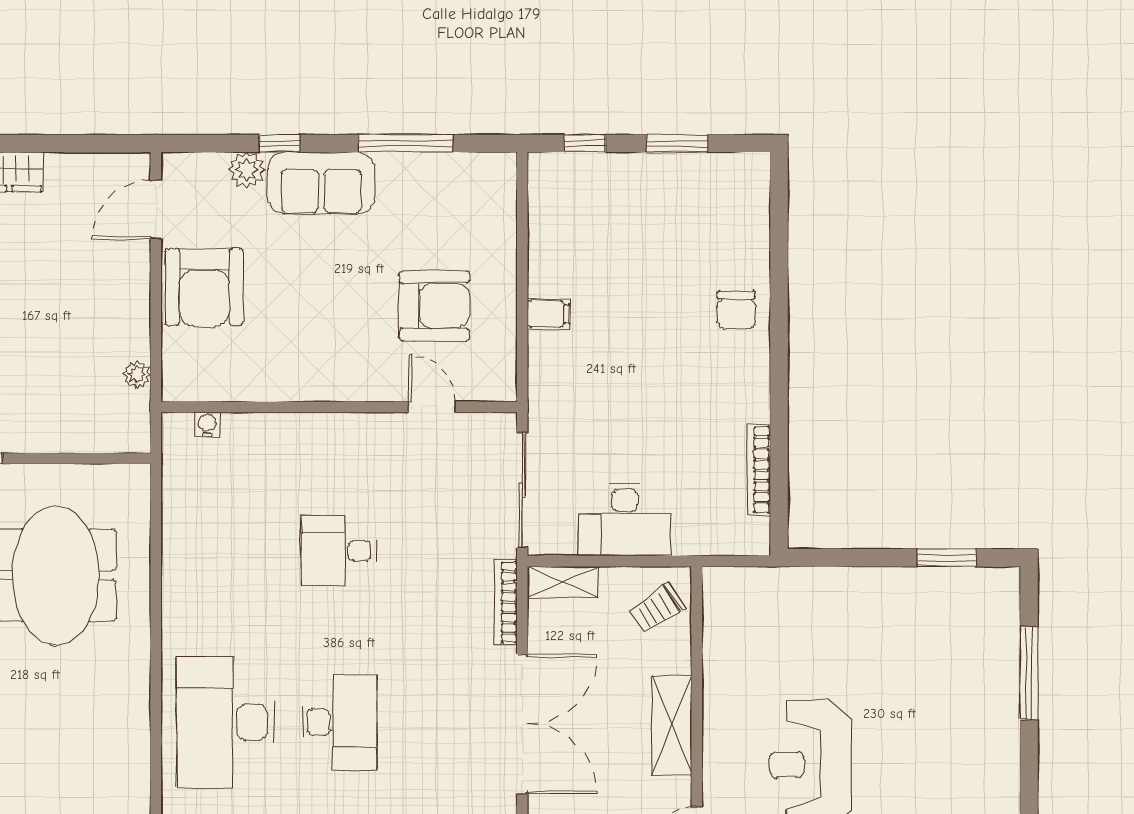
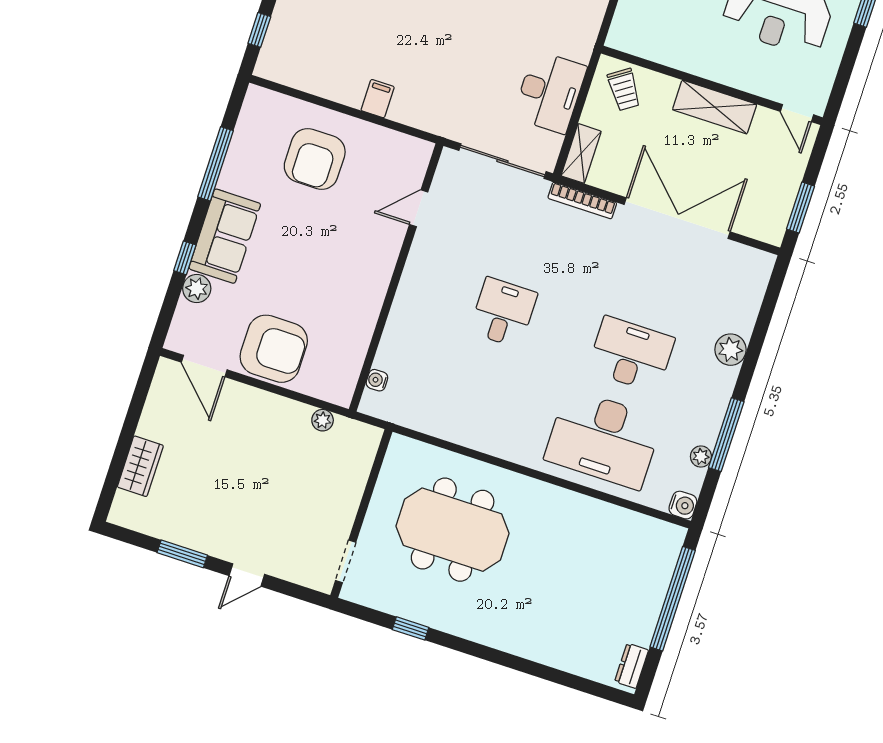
armchair: (434, 306) -> (315, 159), moved, turned 180
desk: (339, 551) -> (503, 313), turned 180

